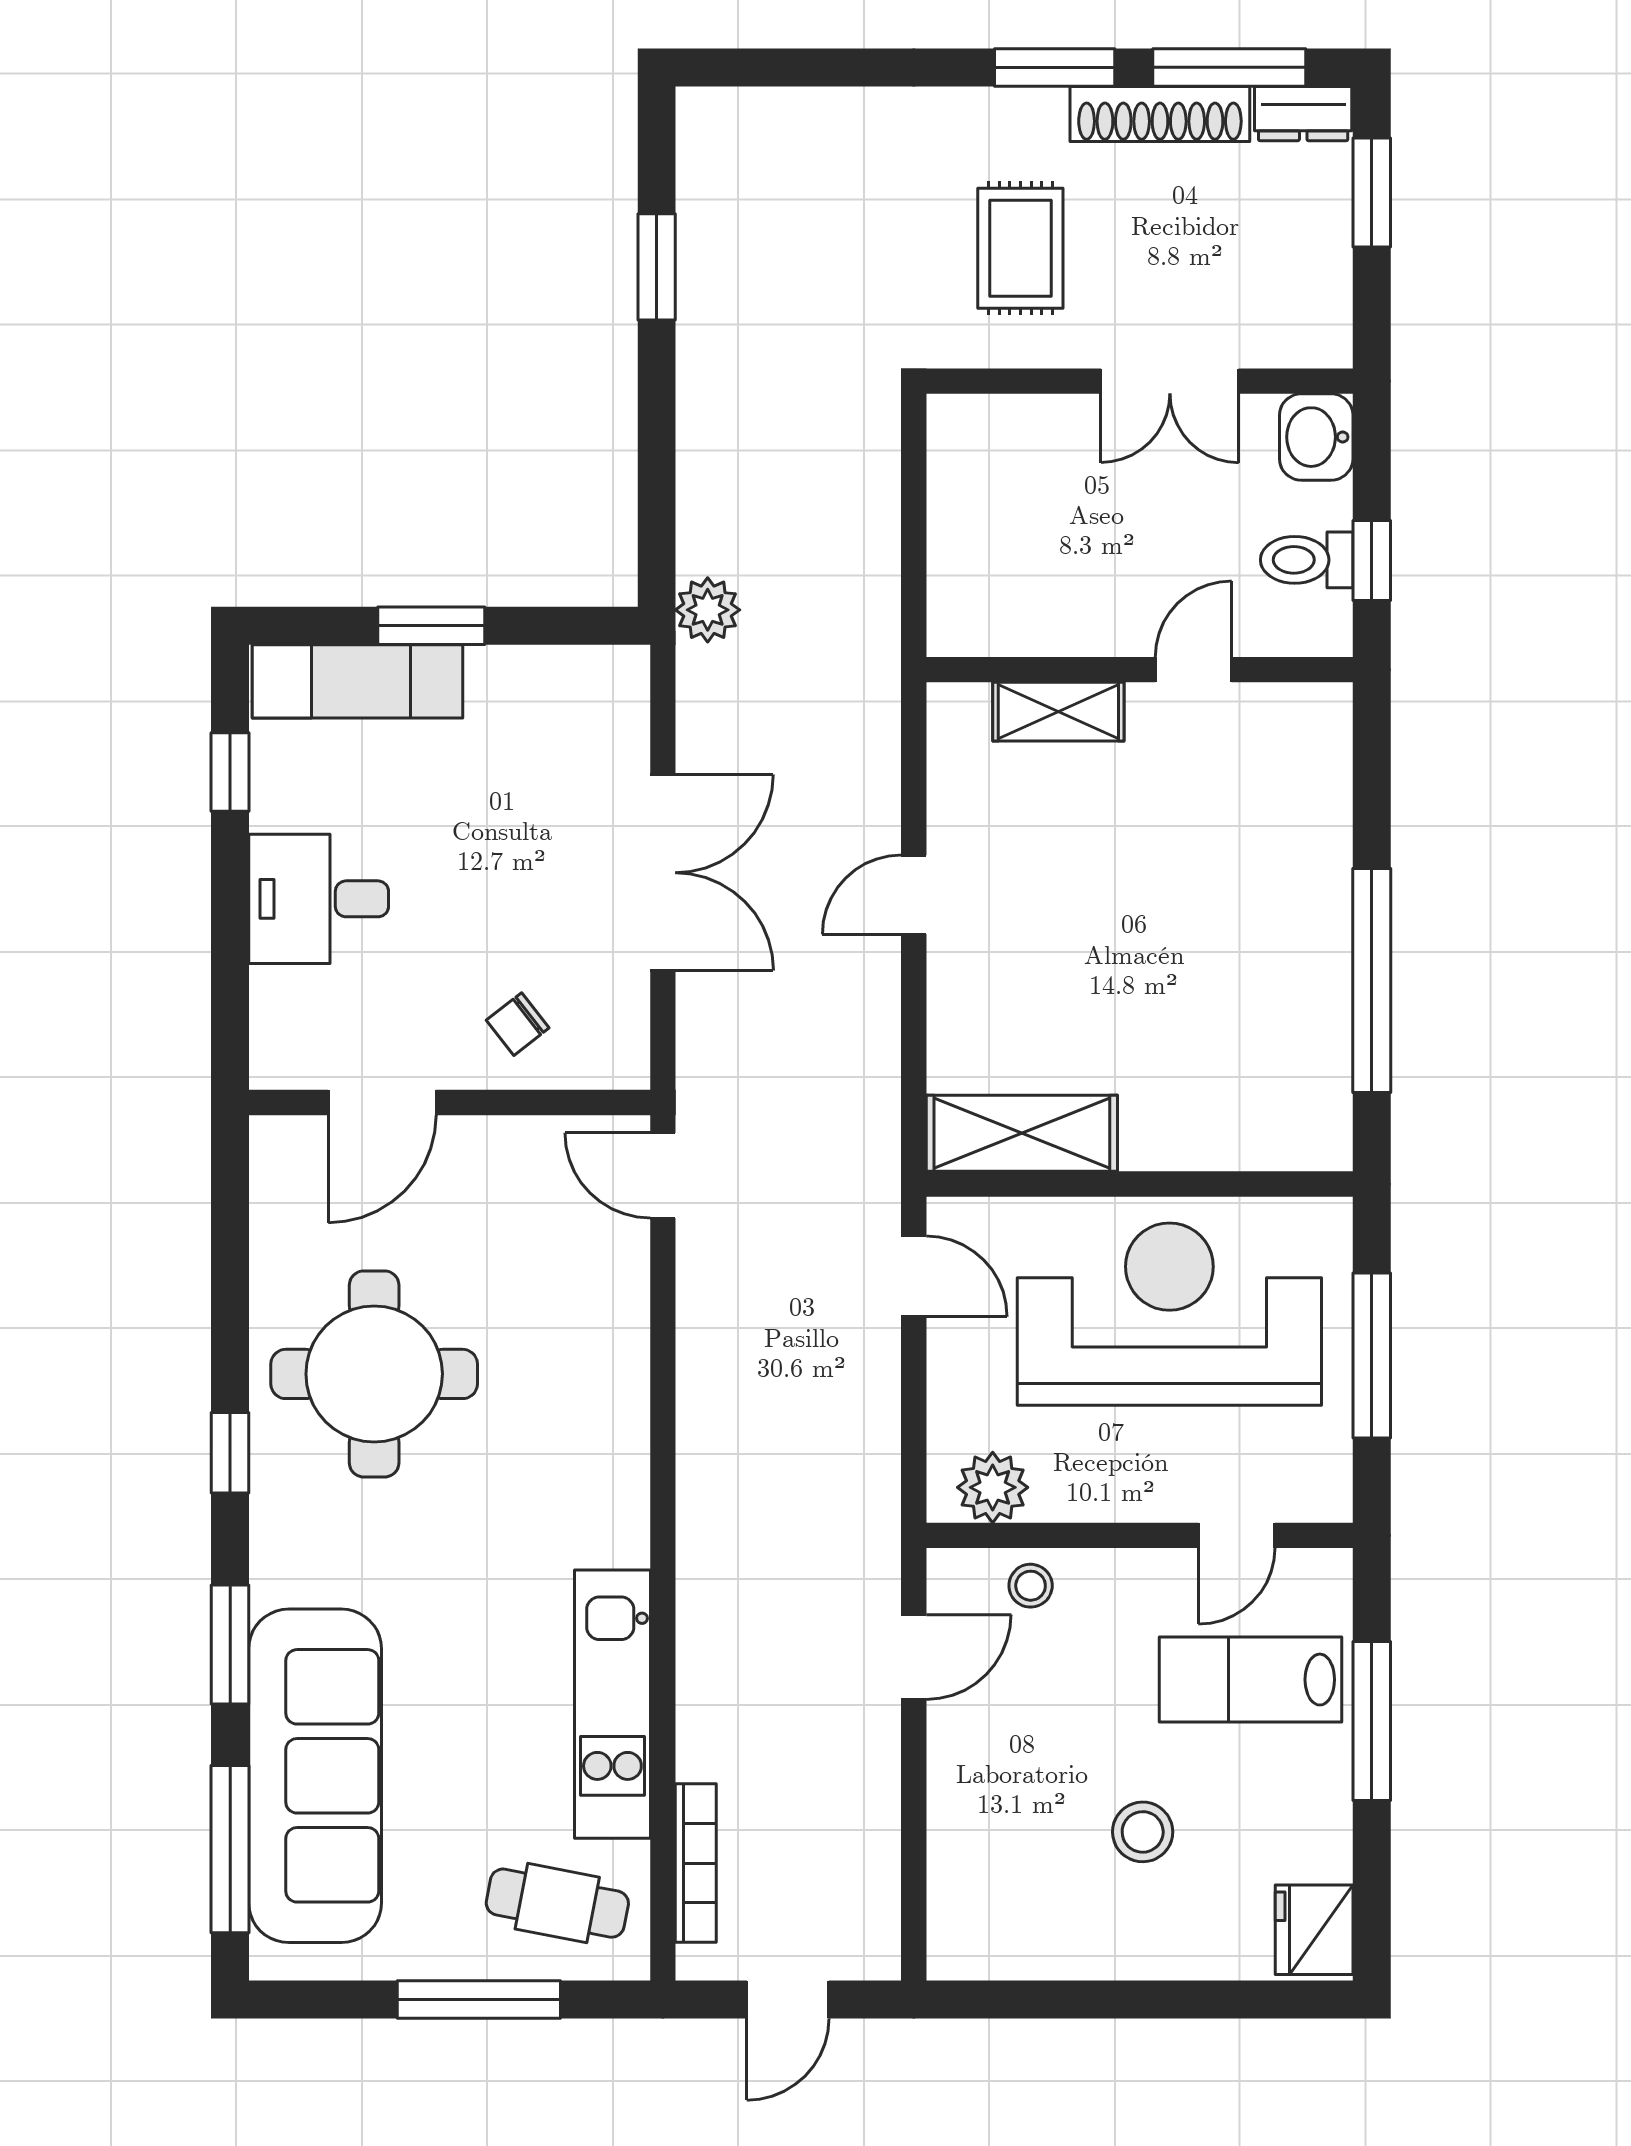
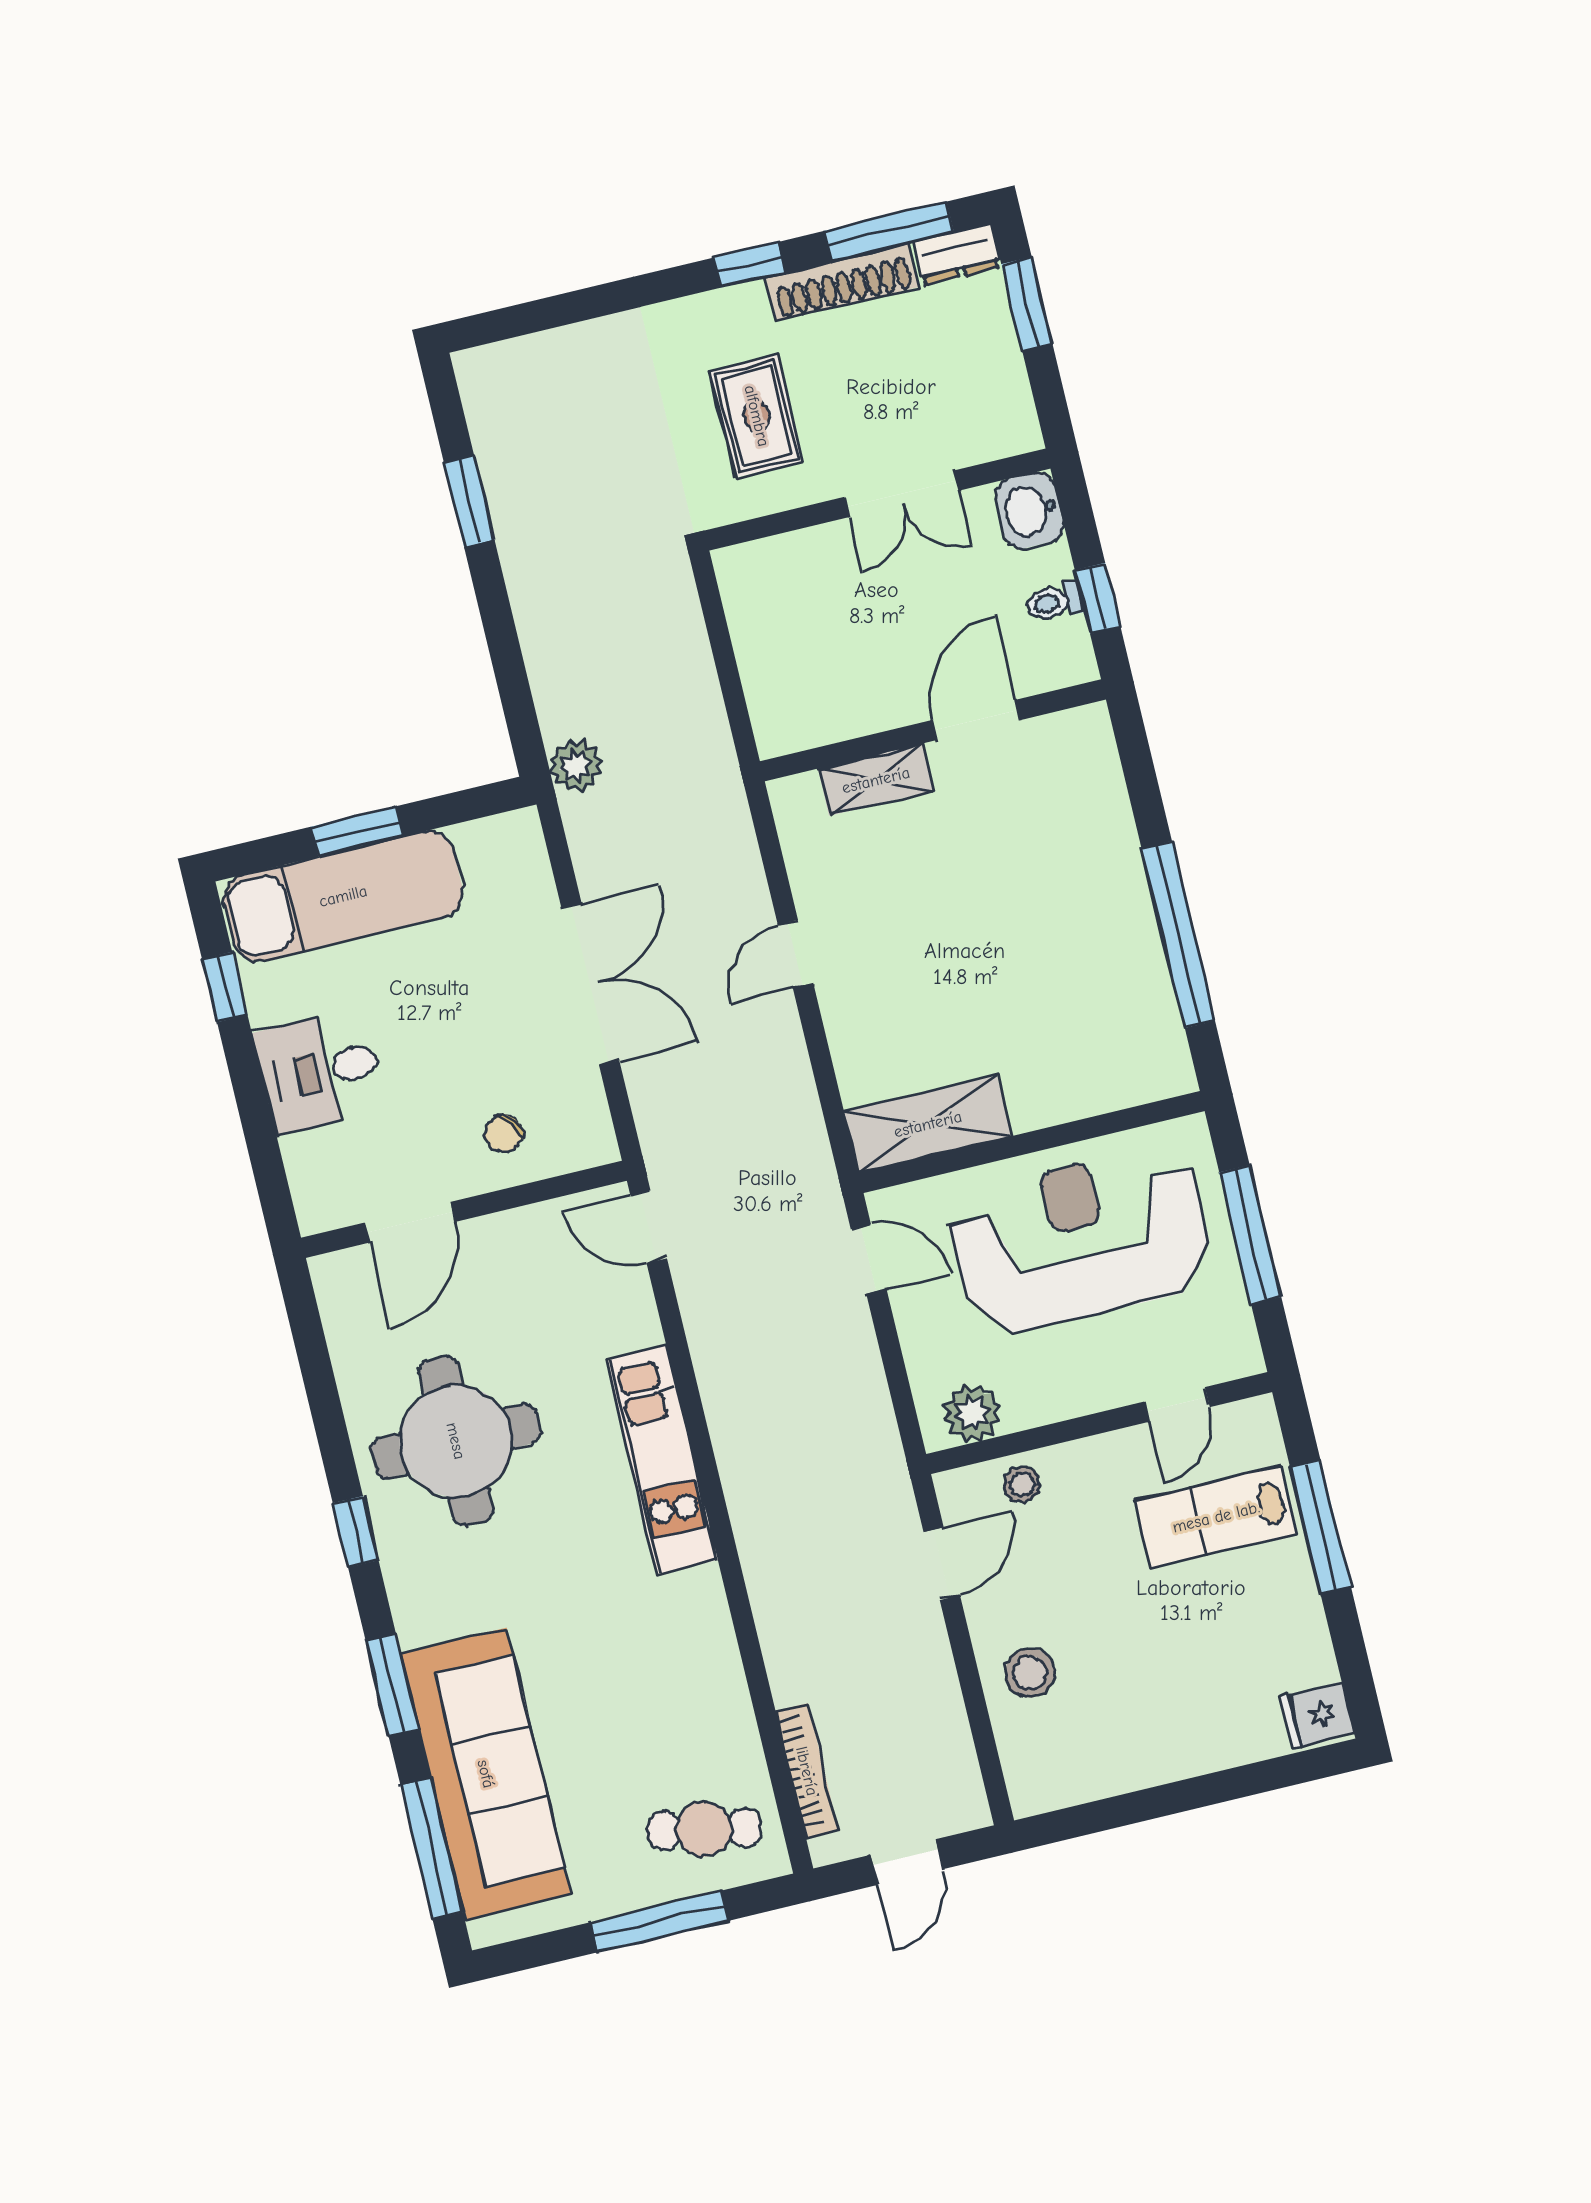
window: (1055, 67) -> (749, 265), width x0.67
toilet: (1307, 560) -> (1054, 602), width x0.73, depth x0.72
door: (1193, 670) -> (976, 720), width x1.38
exam couch: (358, 681) -> (343, 896), width x1.36, depth x1.45
kitchen unit: (612, 1704) -> (662, 1460), moved
stool: (1143, 1832) -> (1030, 1673), moved
fridge: (1314, 1930) -> (1317, 1715), width x0.72

